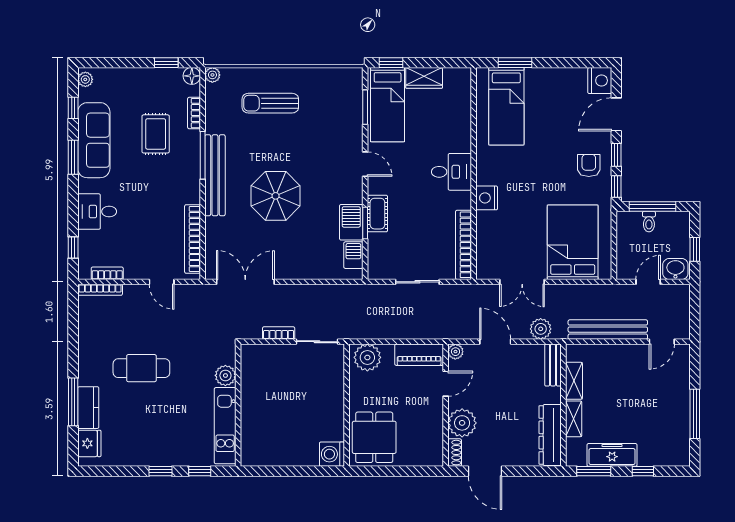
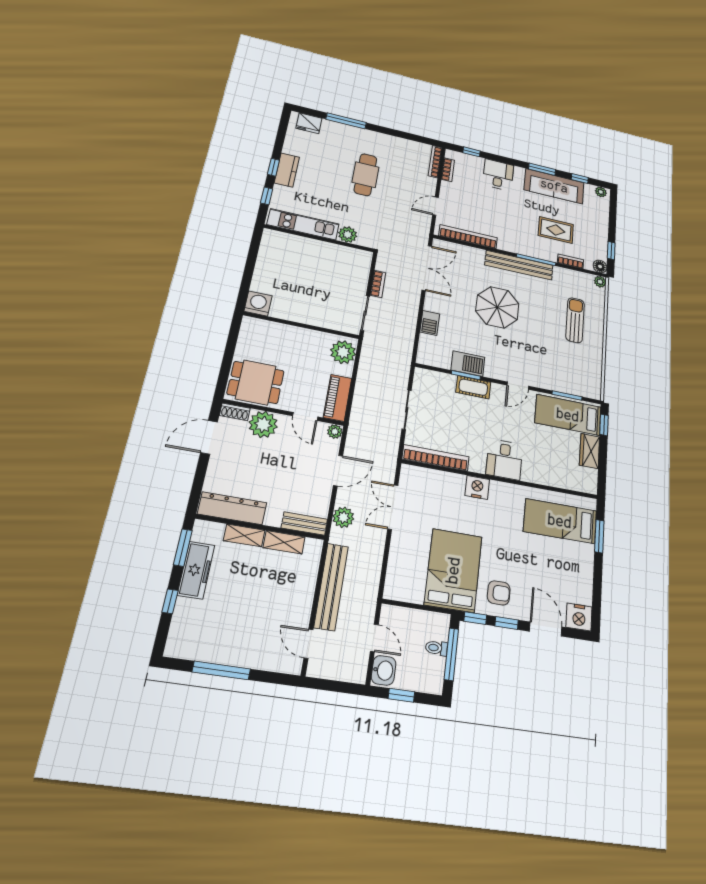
bed: (573, 242) -> (453, 570), moved, turned -90
barbecue: (353, 255) -> (430, 323), moved, turned 90
kitchen counter: (88, 408) -> (287, 170), moved, turned -90
dining table: (374, 437) -> (256, 382), moved

